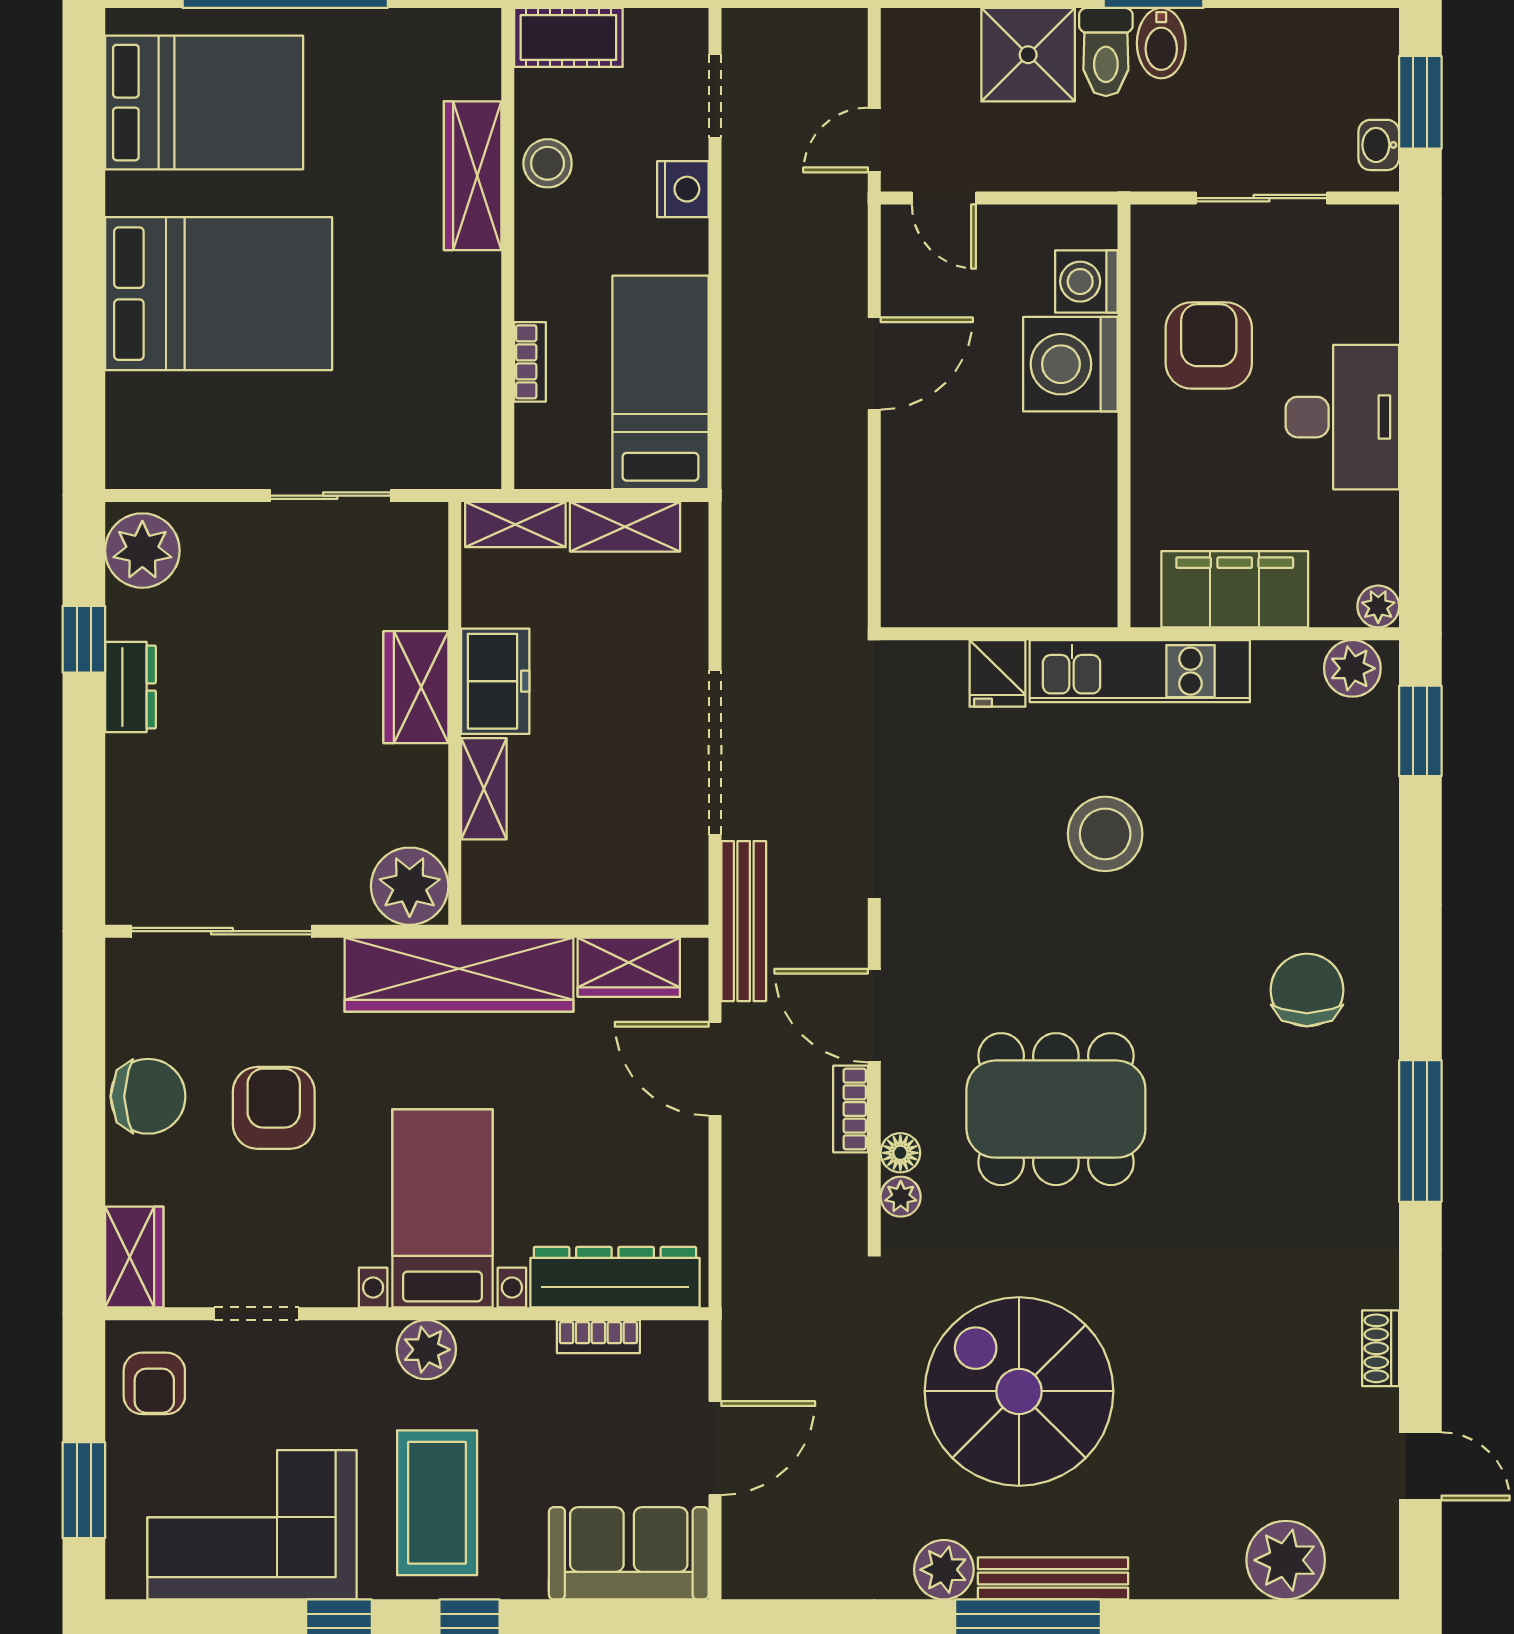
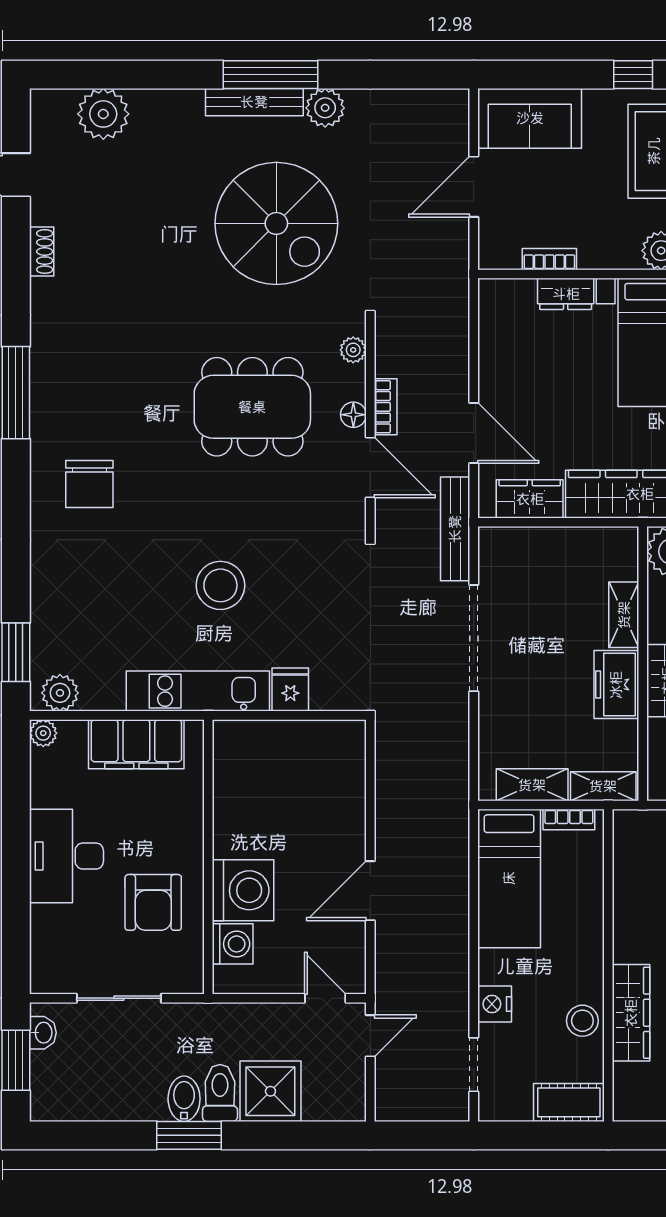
bookcase: (530, 362) -> (569, 819), moved, turned -90
floor lamp: (900, 1153) -> (353, 415), moved
dresser: (615, 1277) -> (566, 294), width x0.51, depth x0.80

